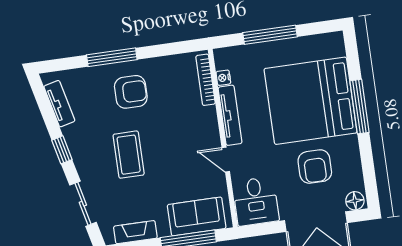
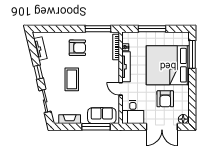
window: (112, 57) -> (98, 29), moved
window: (359, 107) -> (192, 54), moved

